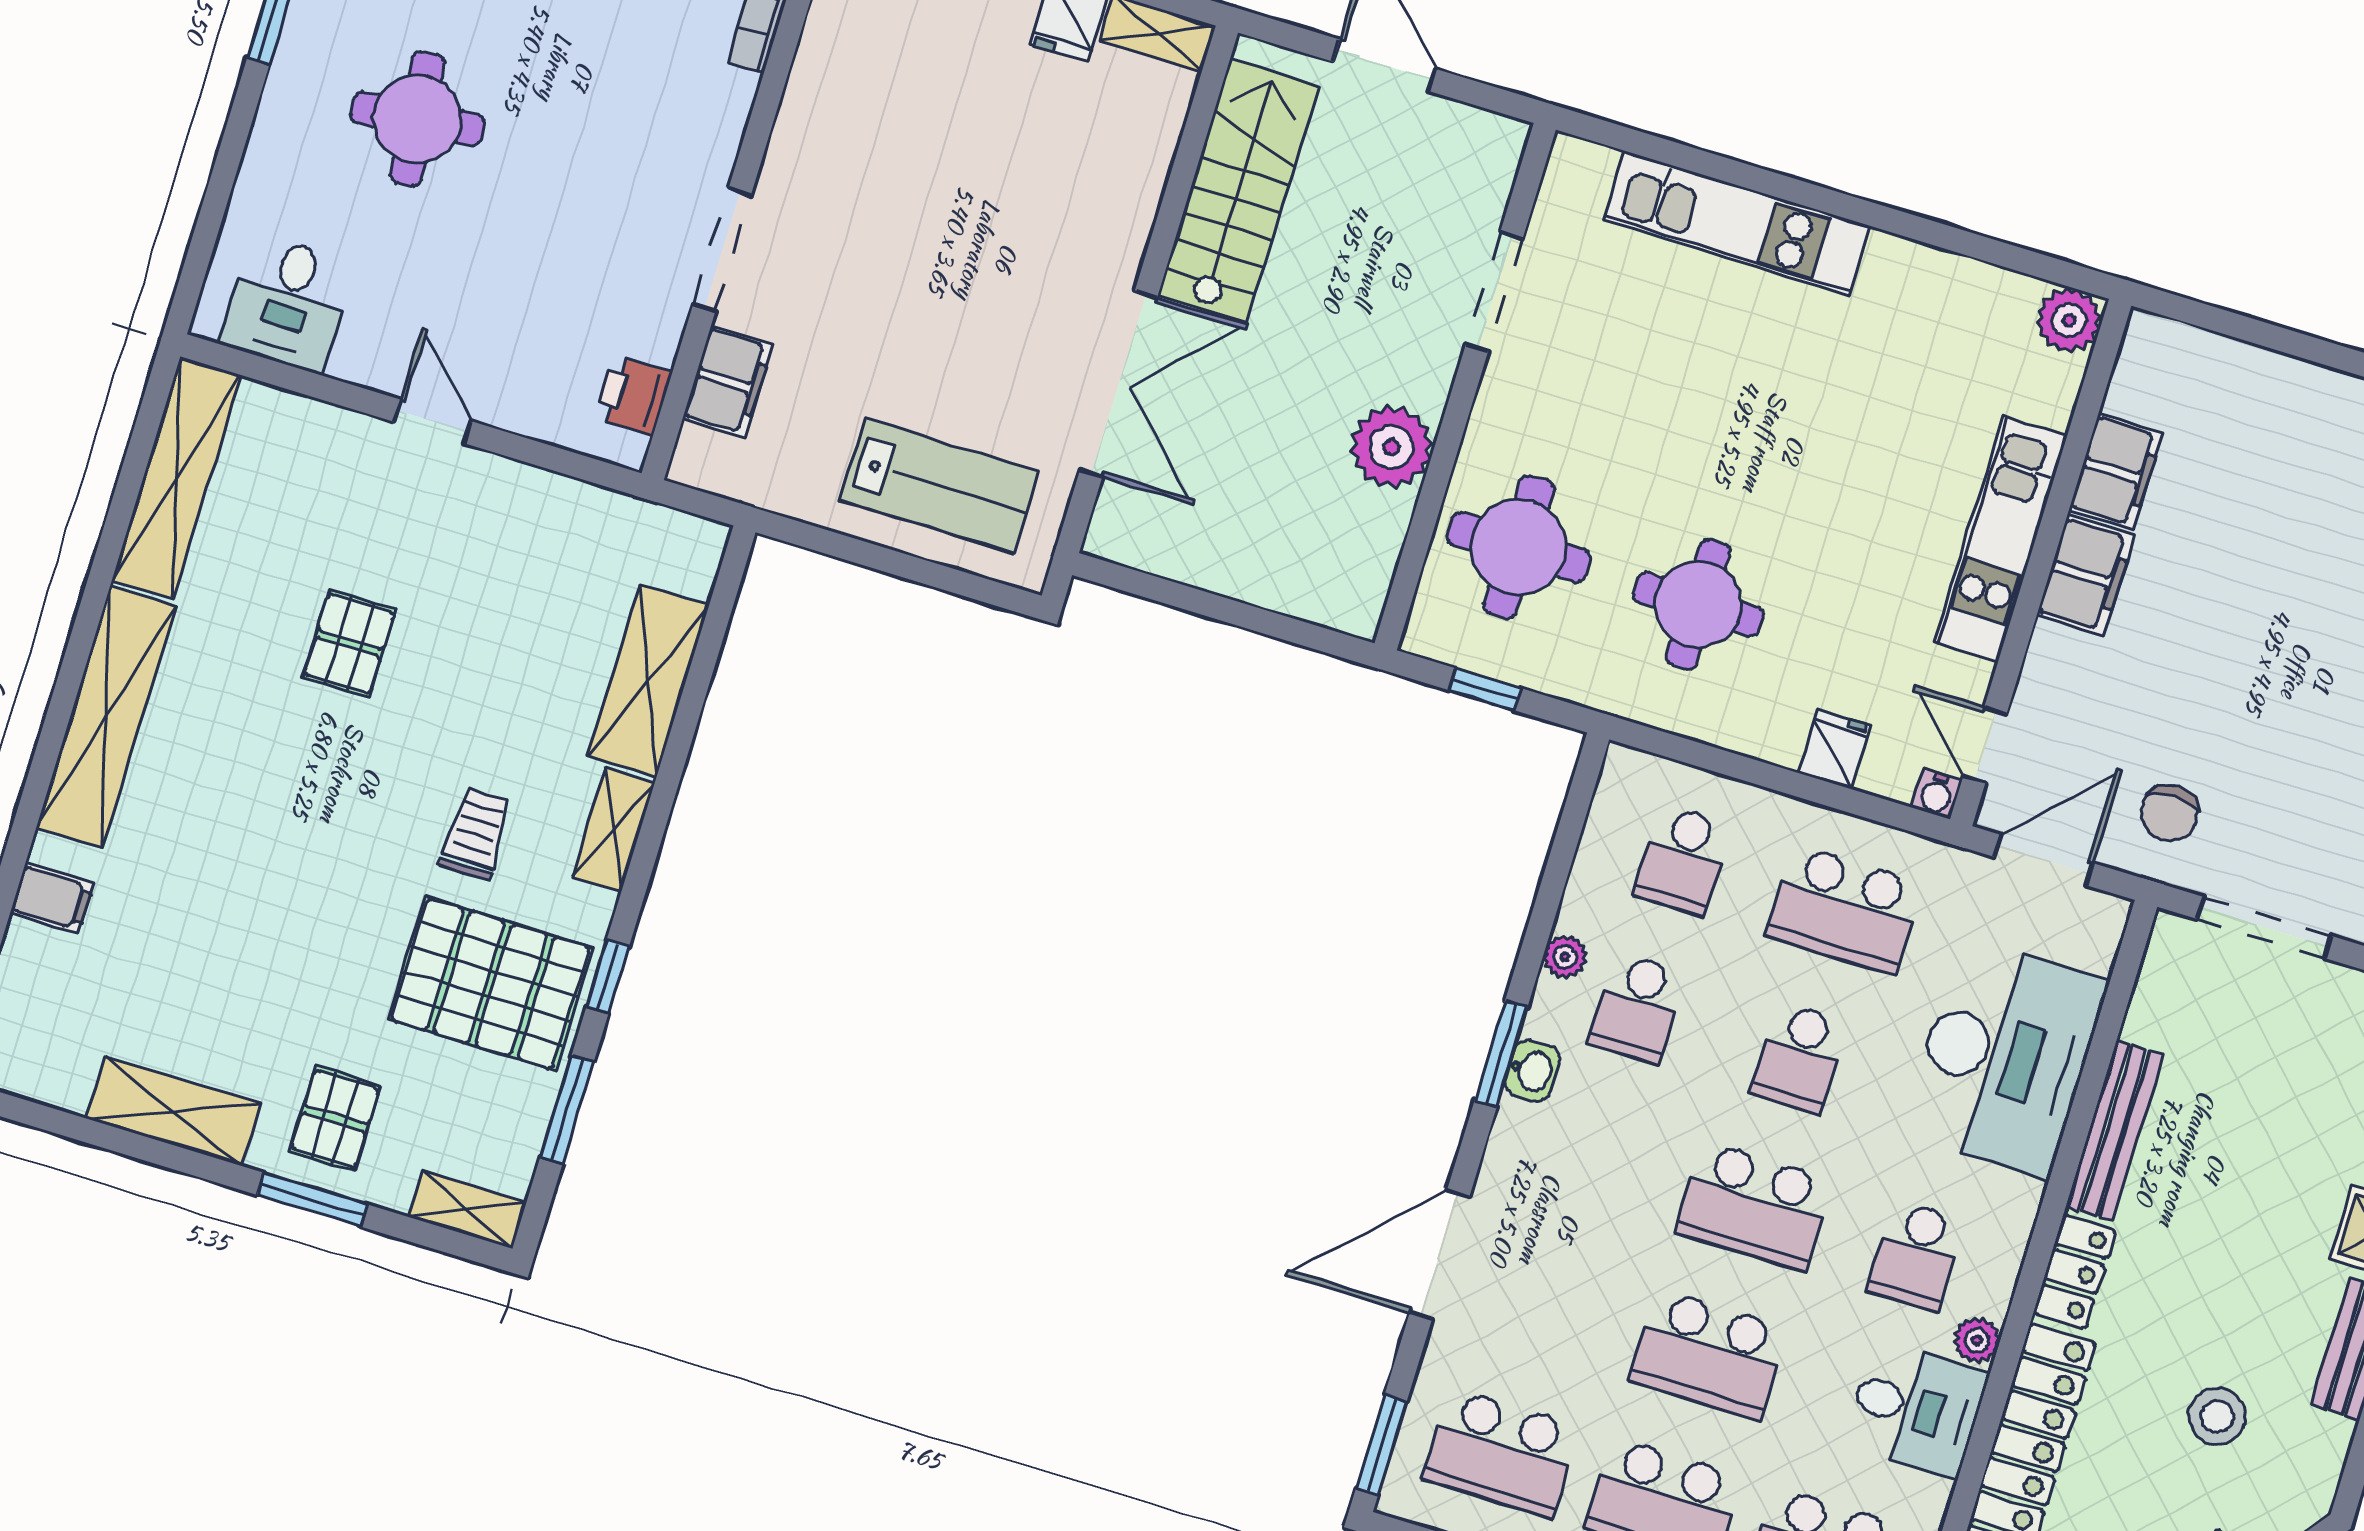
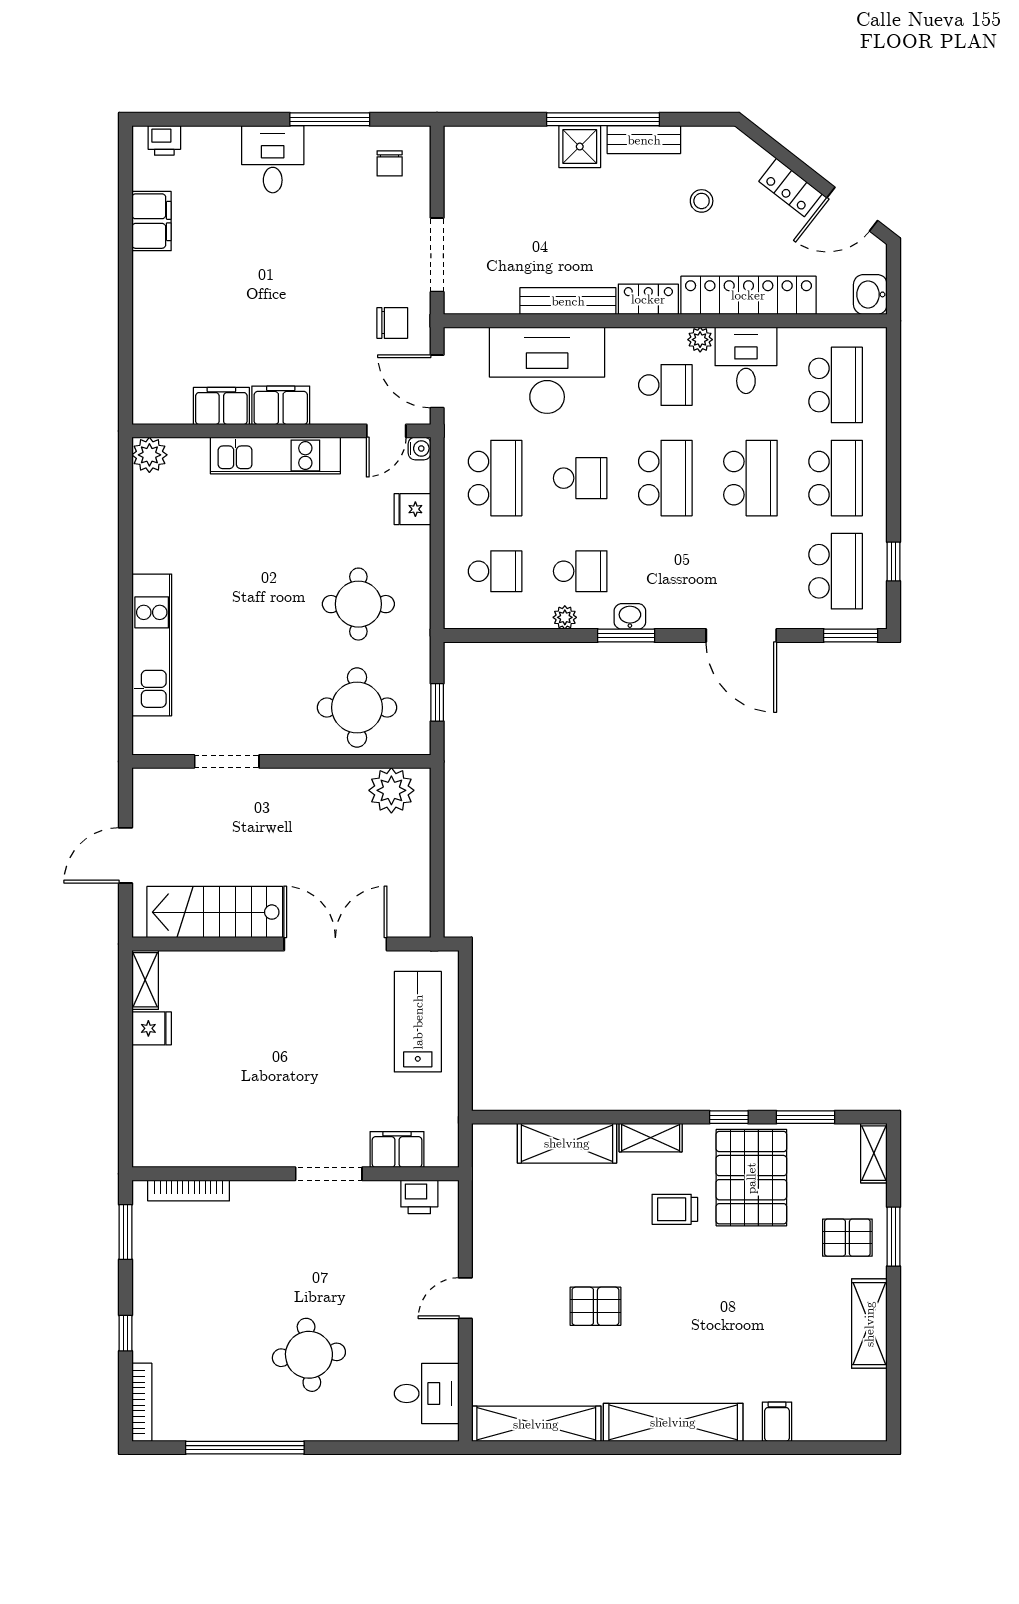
plant: (1392, 447) -> (391, 790), moved
stool: (2217, 1417) -> (702, 201), width x0.73, depth x0.73

